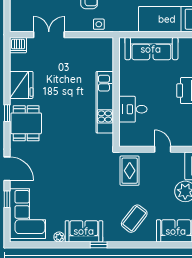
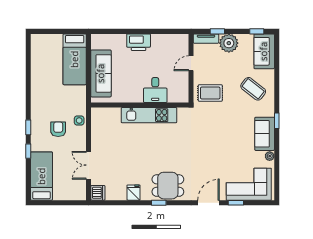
fridge: (21, 85) -> (133, 193), width x0.53, depth x0.75

